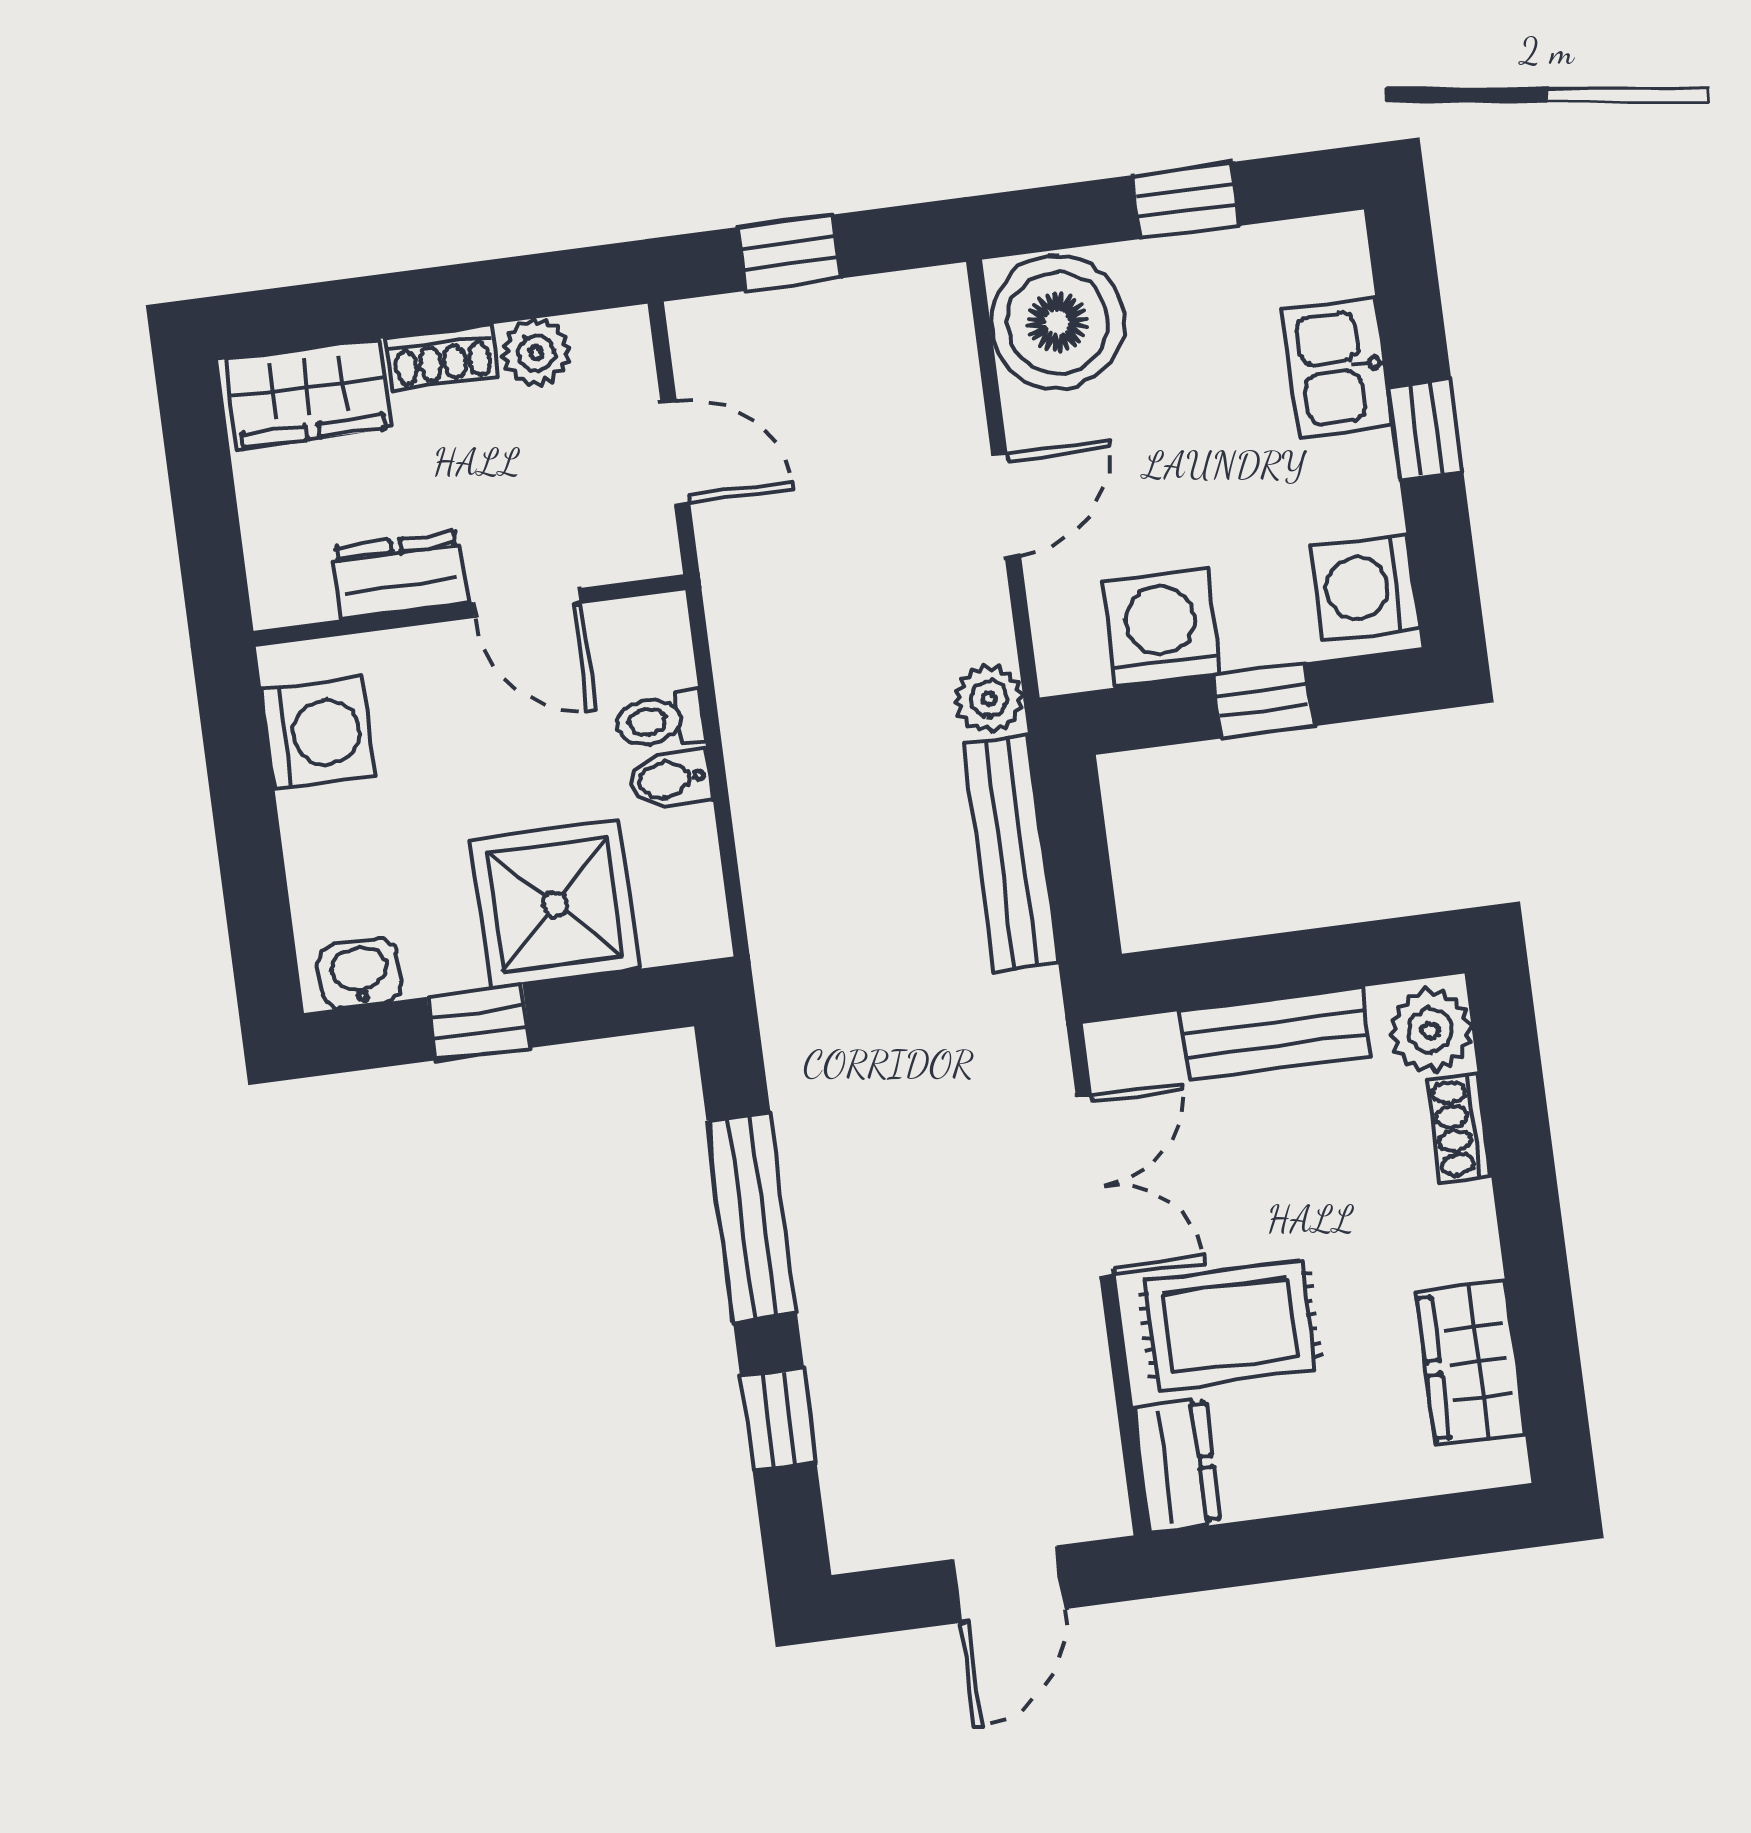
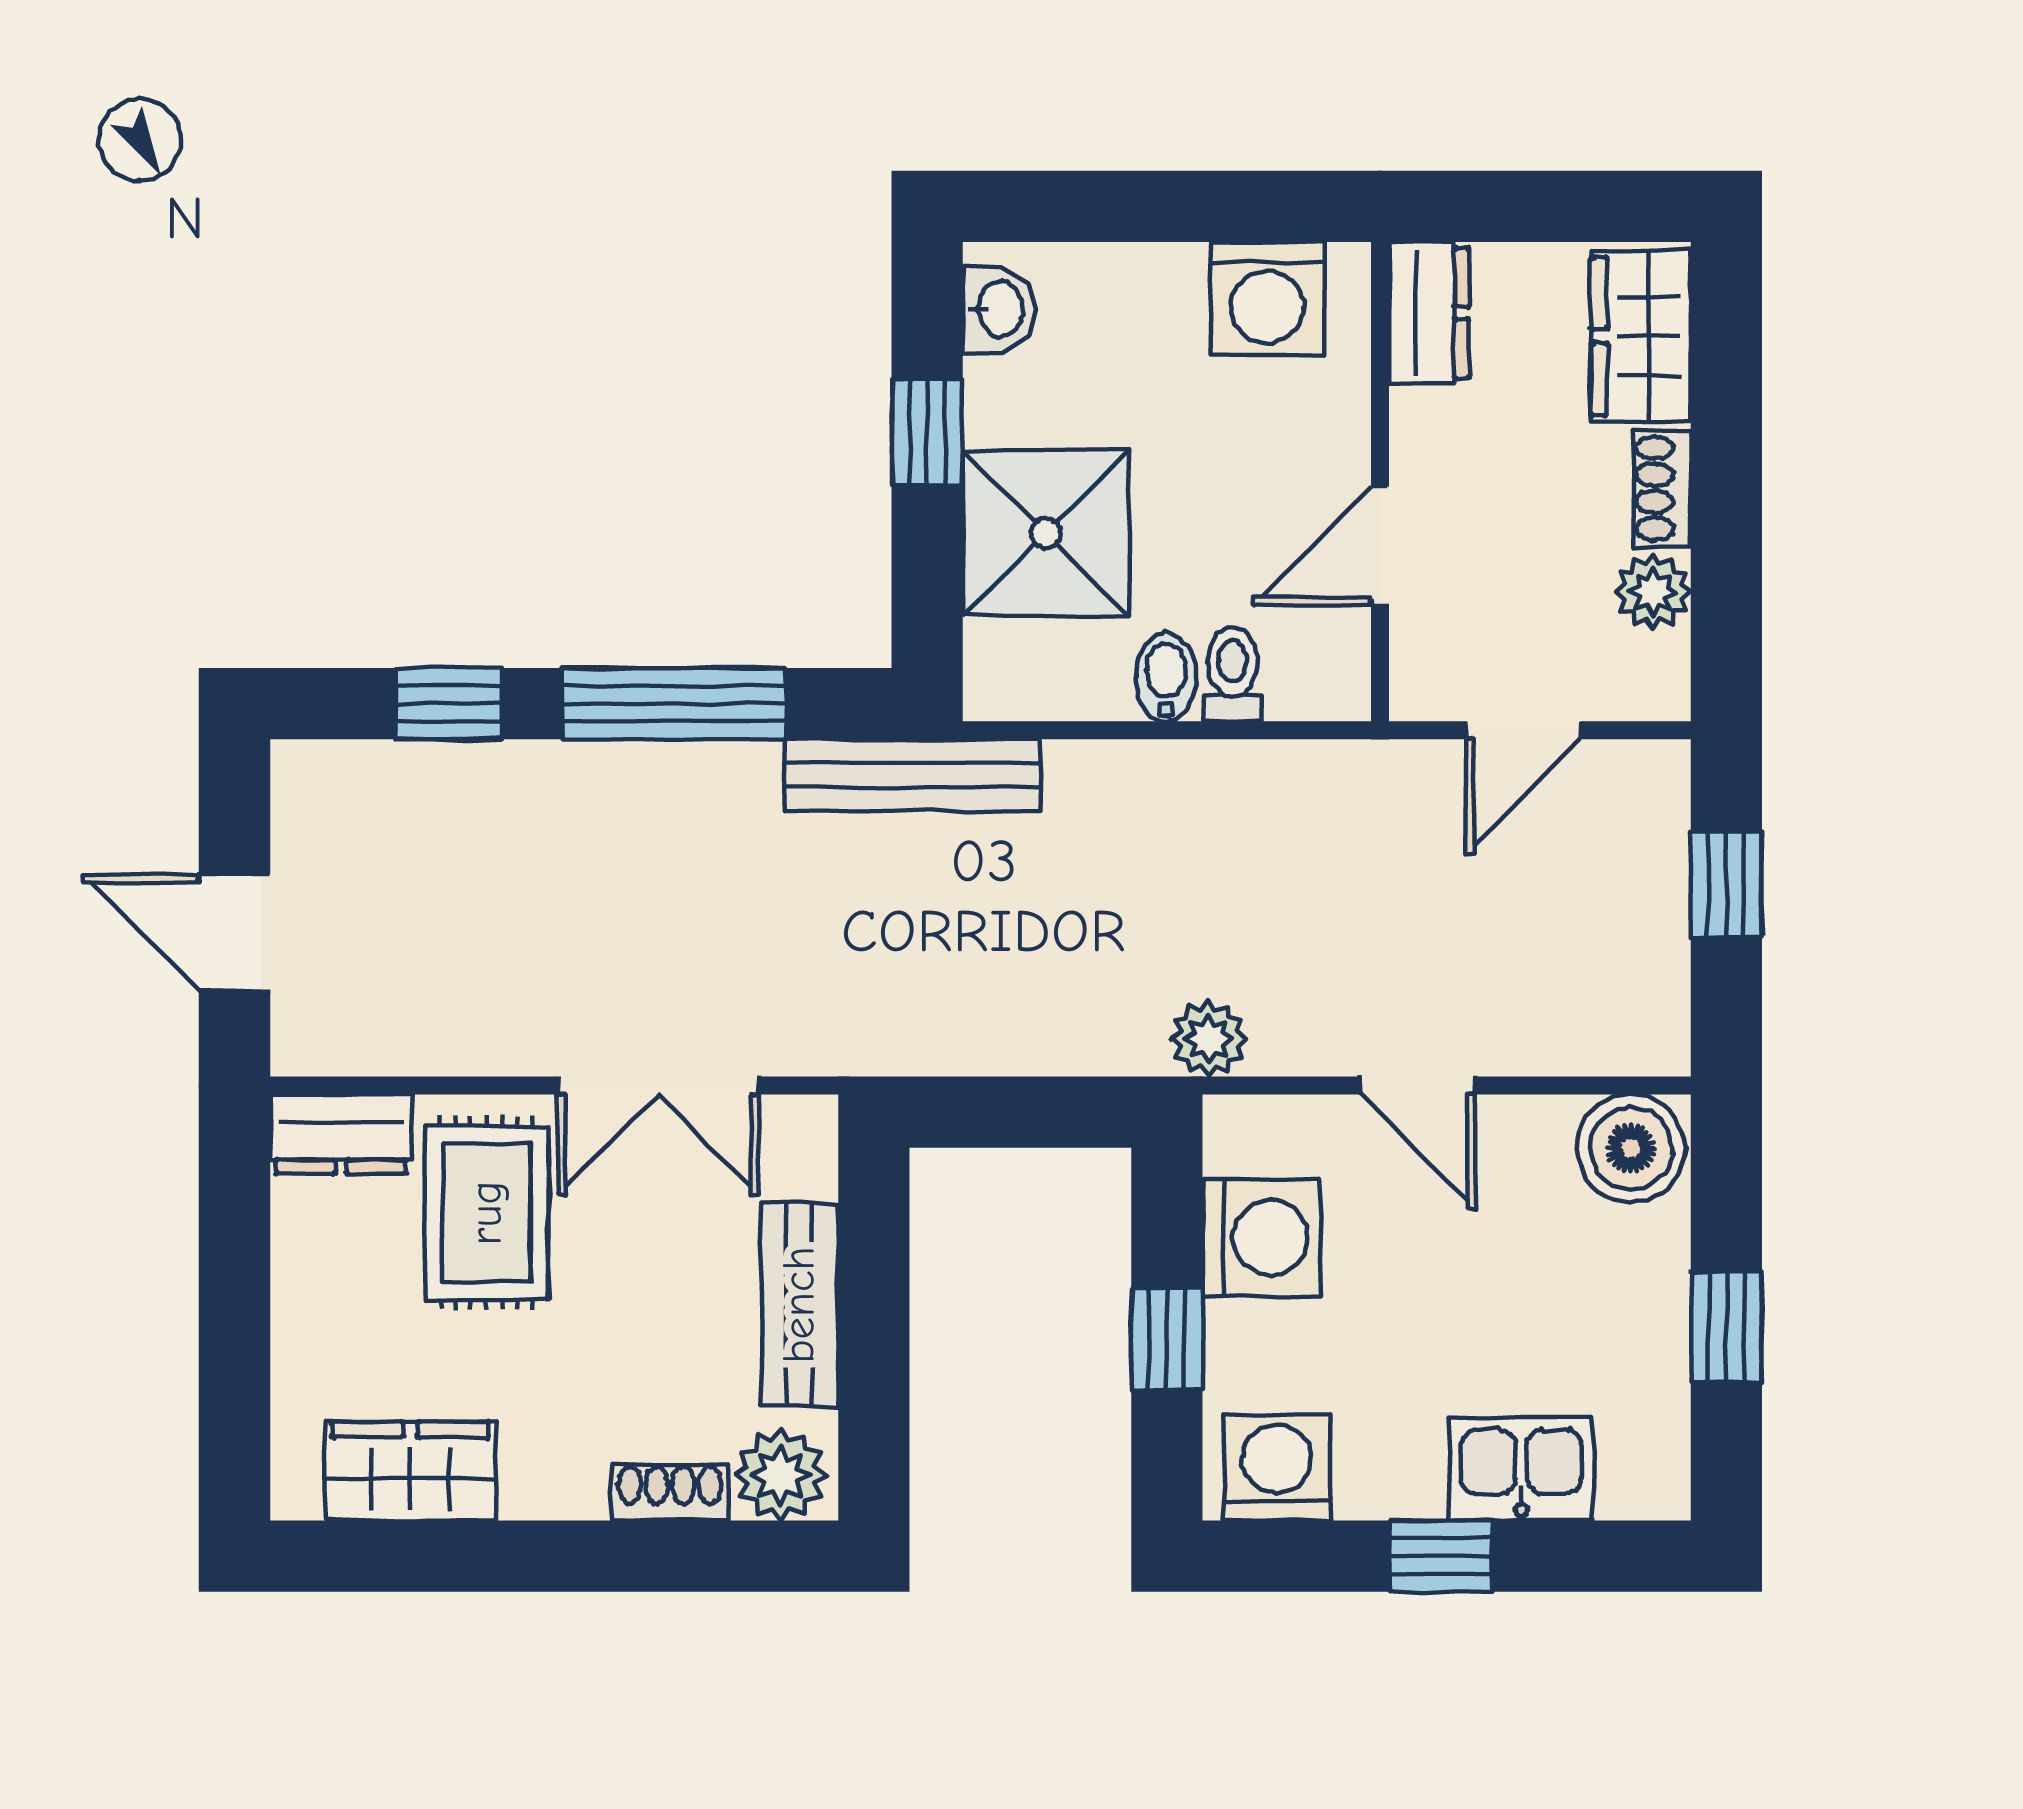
boiler: (1057, 323) -> (1631, 1148), width x0.73, depth x0.73
dresser: (400, 575) -> (1429, 313), moved
bench: (1011, 854) -> (912, 775), moved

